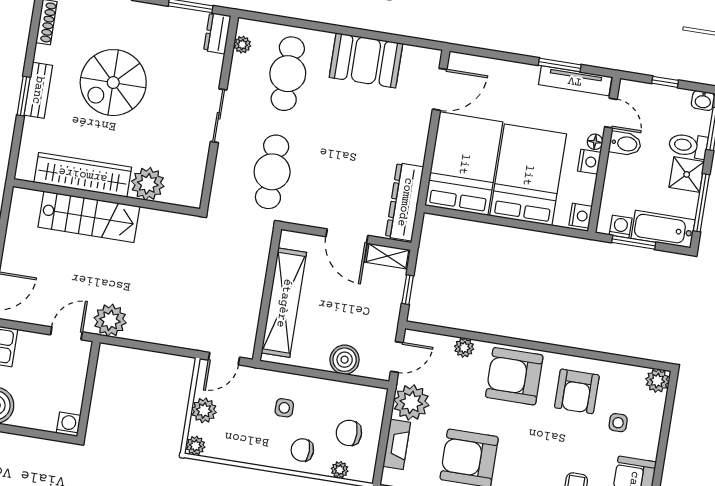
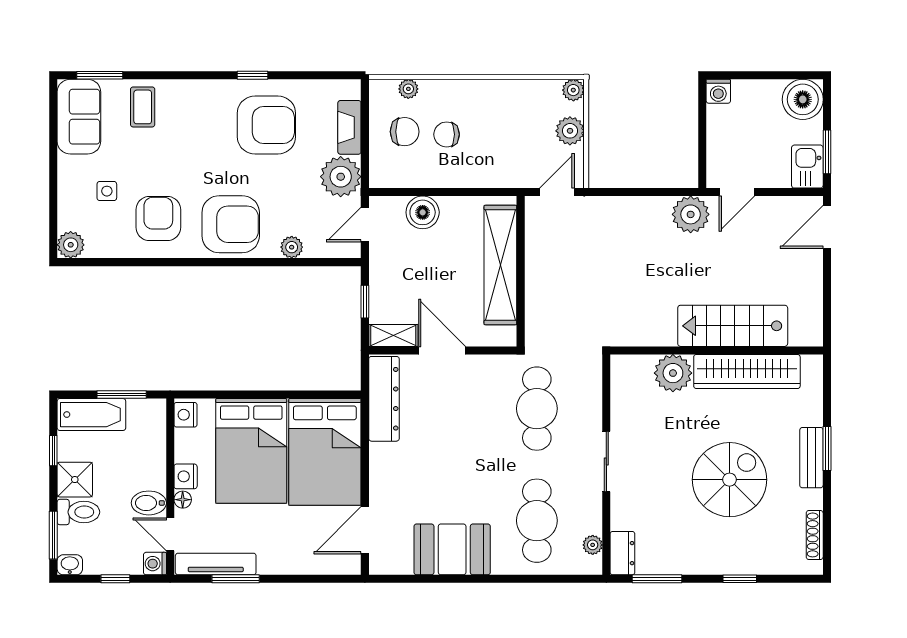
window: (701, 203) -> (53, 451), width x0.46
washing machine: (621, 227) -> (155, 564), moved, turned 90
side table: (284, 408) -> (481, 148), removed
chair: (302, 450) -> (447, 134), moved, turned 180

